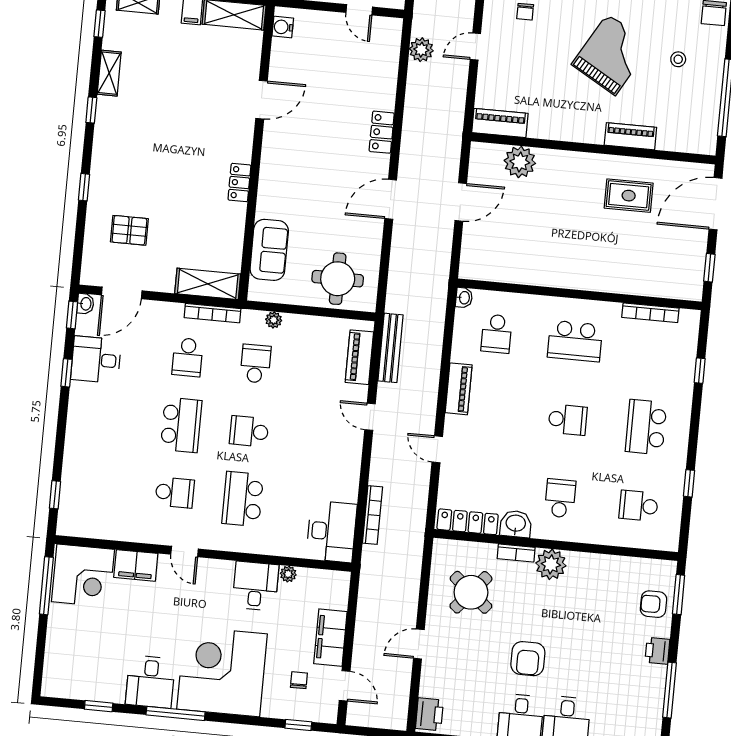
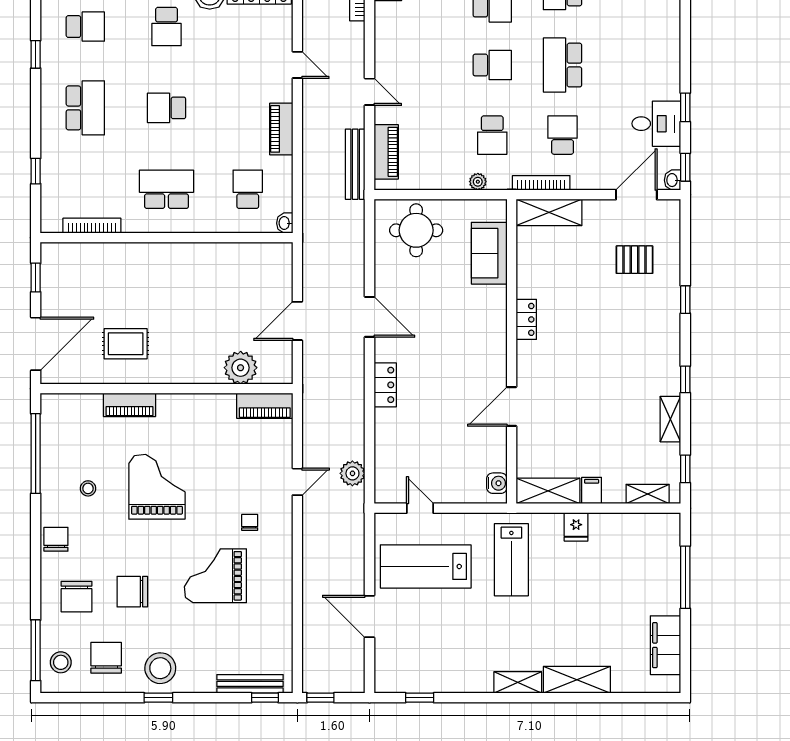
grand piano: (611, 55) -> (157, 487), turned 150
door: (391, 199) -> (370, 317), hinge flipped

